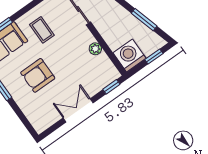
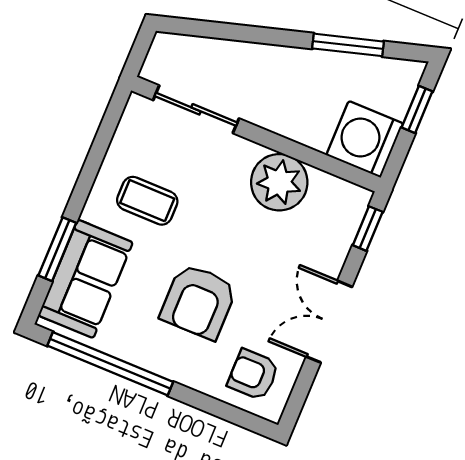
plant: (95, 49) -> (279, 182), width x1.87, depth x1.87
armchair: (41, 112) -> (253, 375), added

